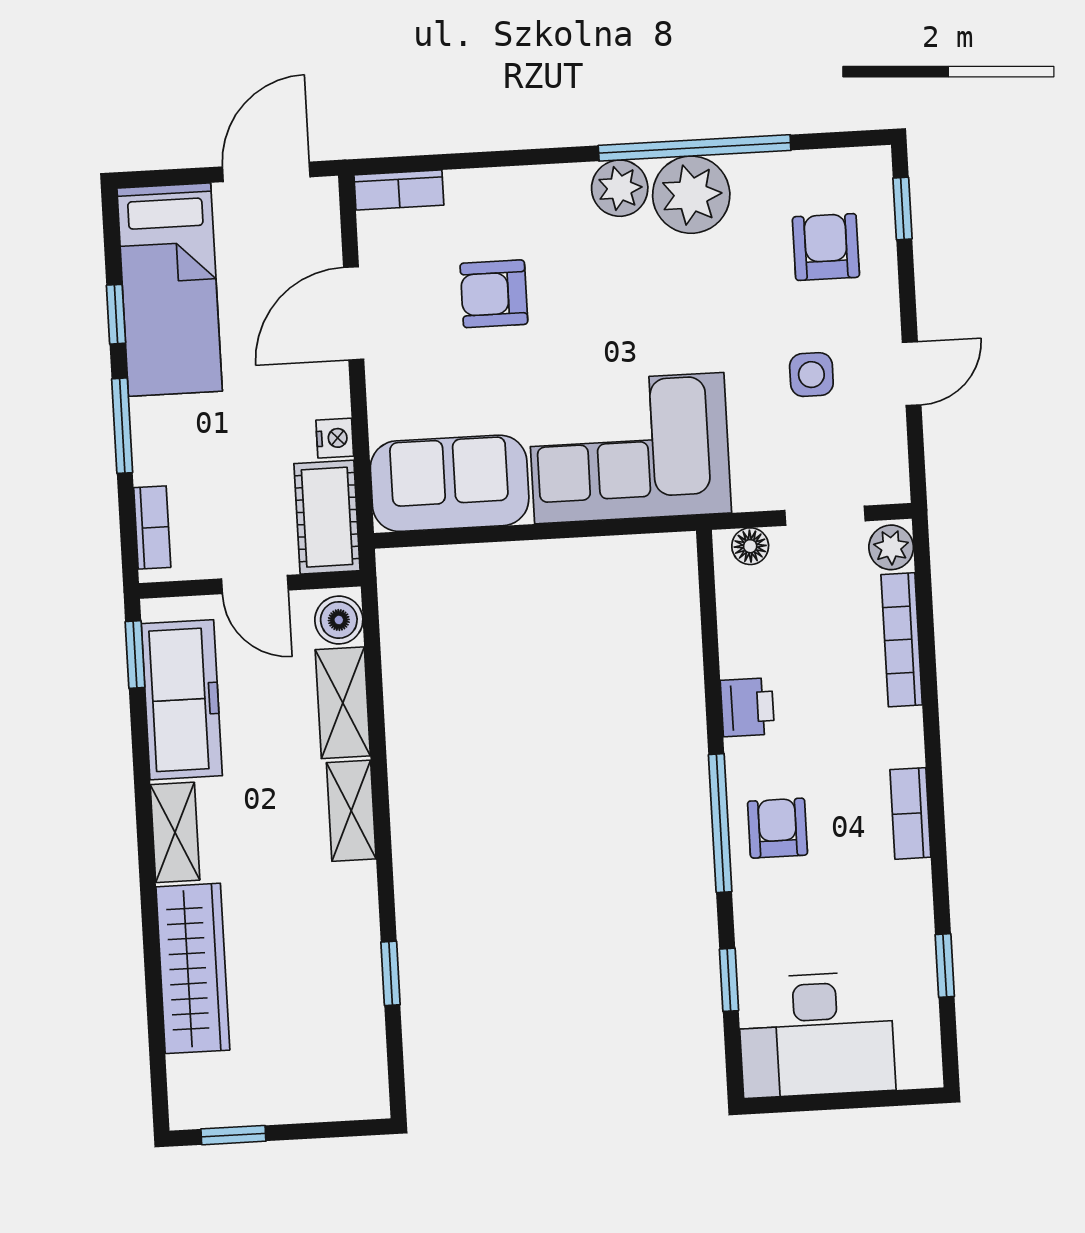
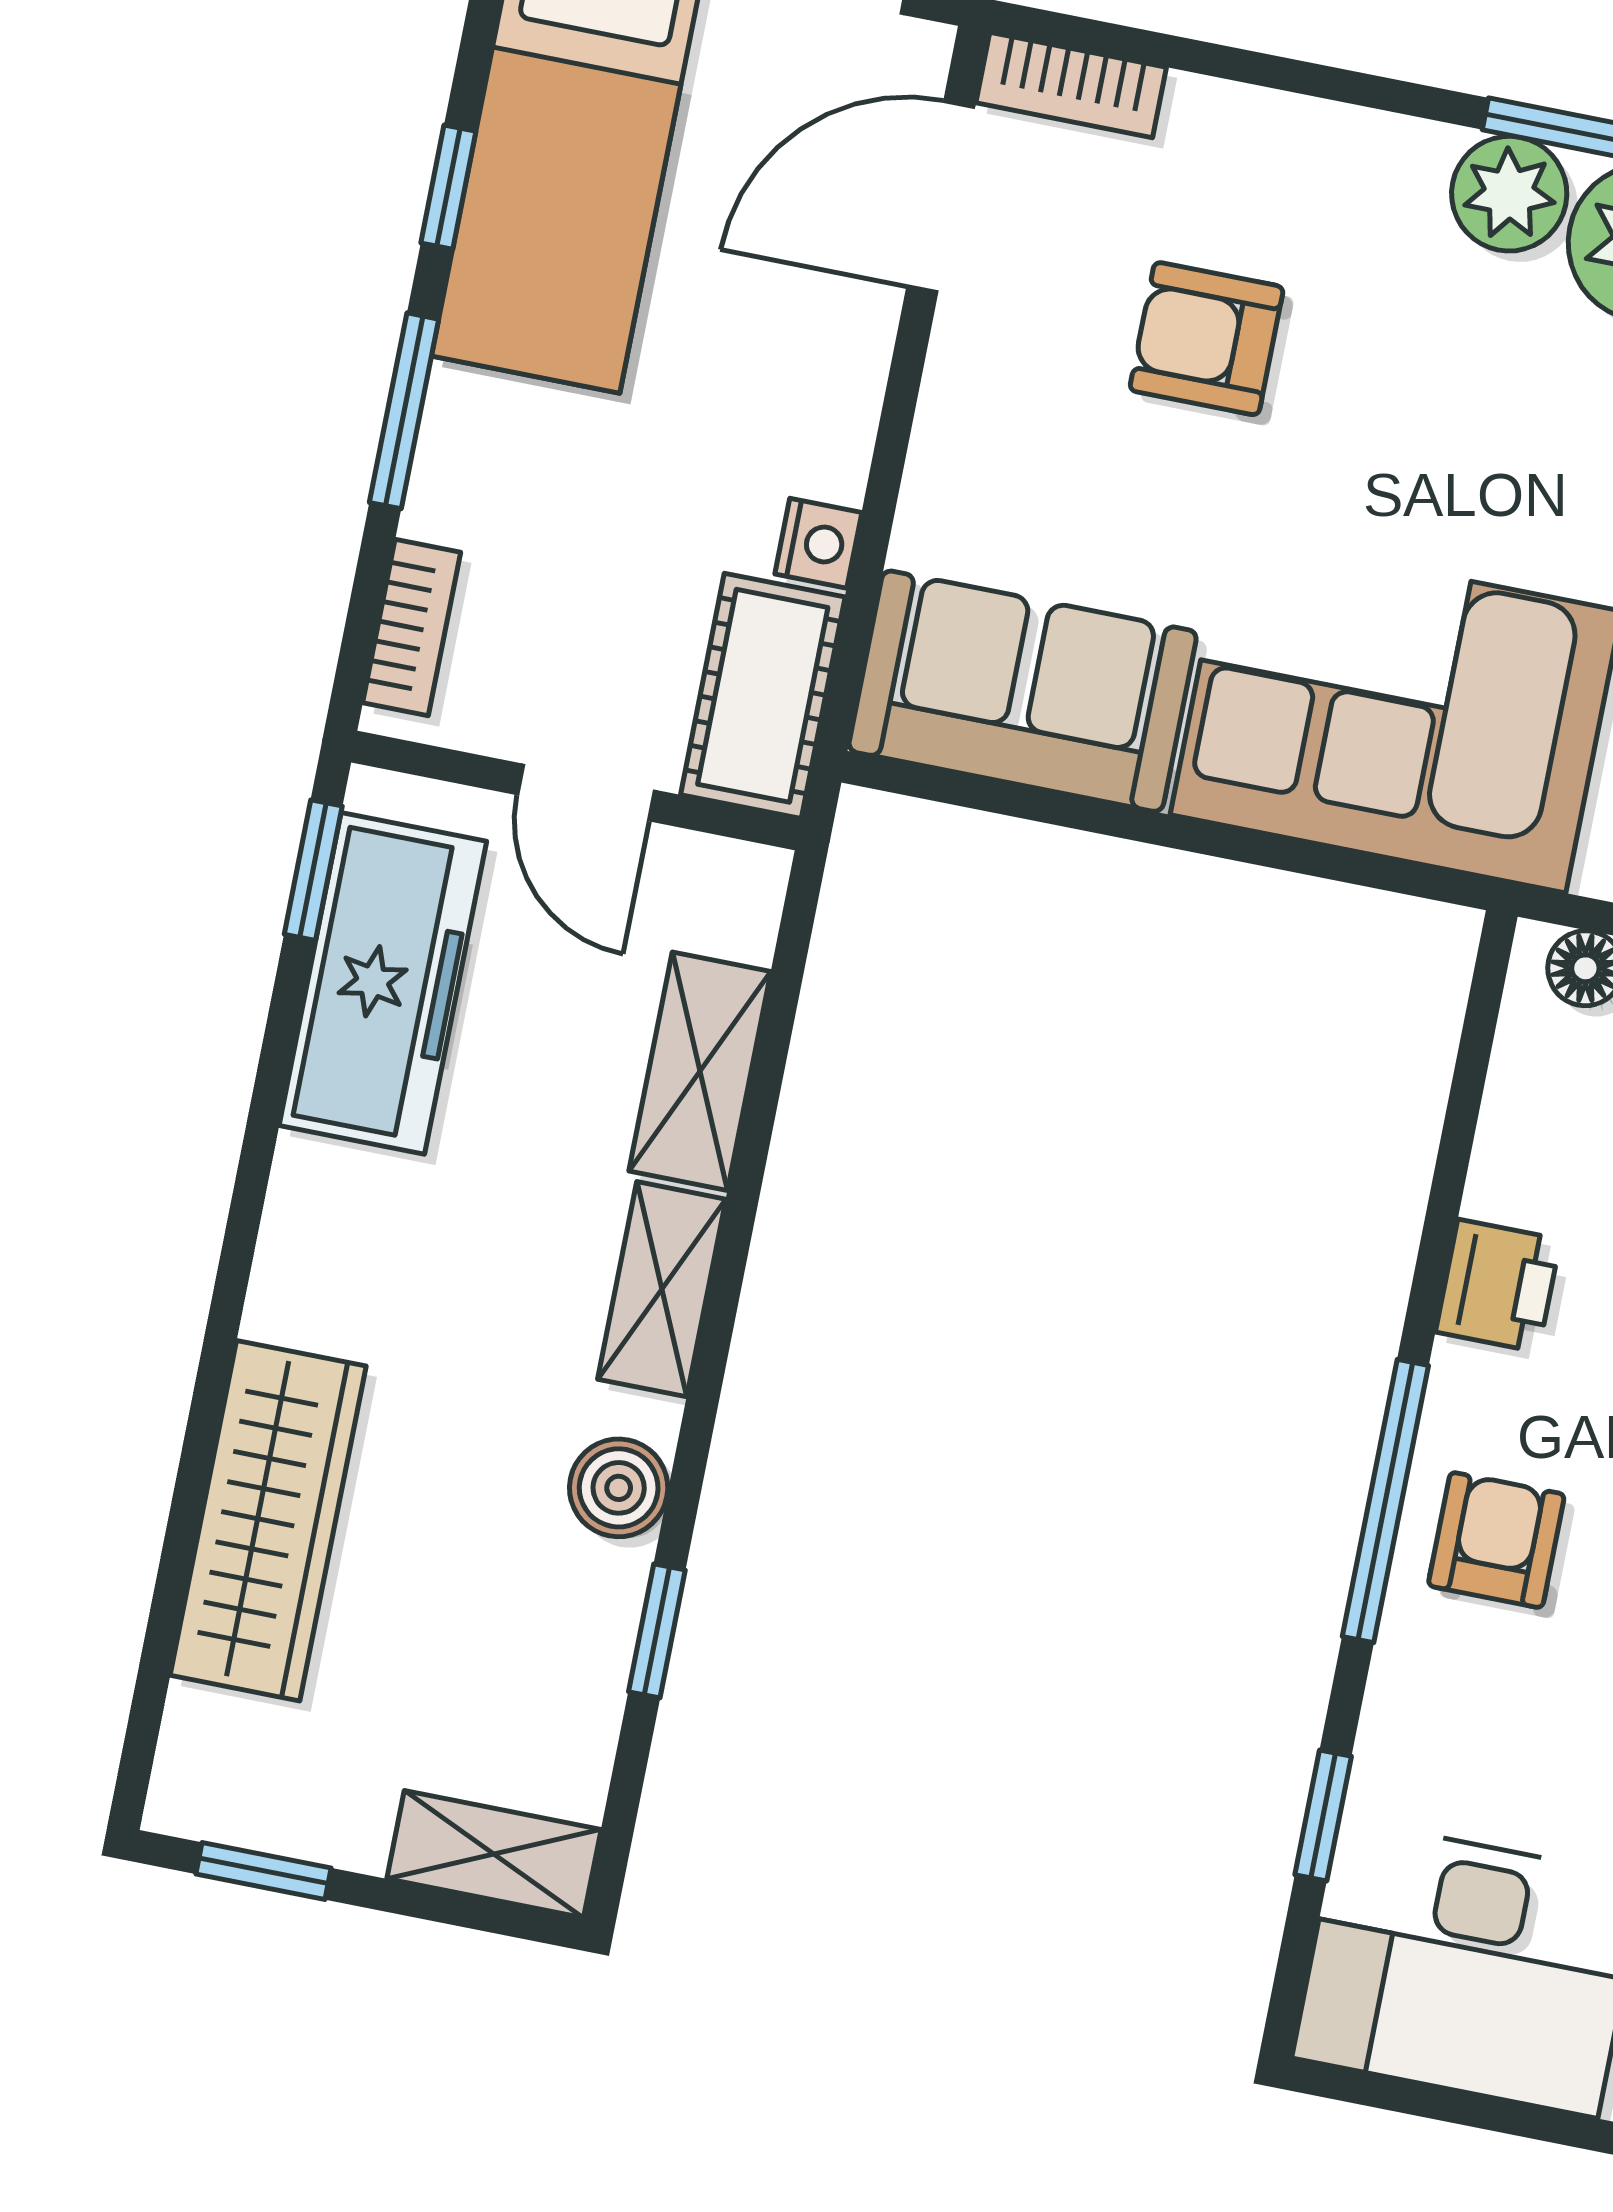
door: (354, 313) -> (941, 197), moved
boiler: (339, 620) -> (619, 1488), moved
shelving: (175, 832) -> (494, 1854), moved, turned 90

